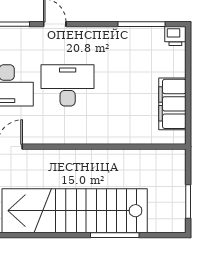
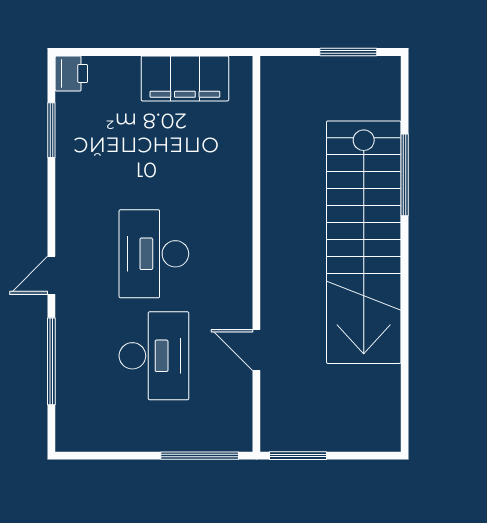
window: (142, 24) -> (51, 130), width x0.69

